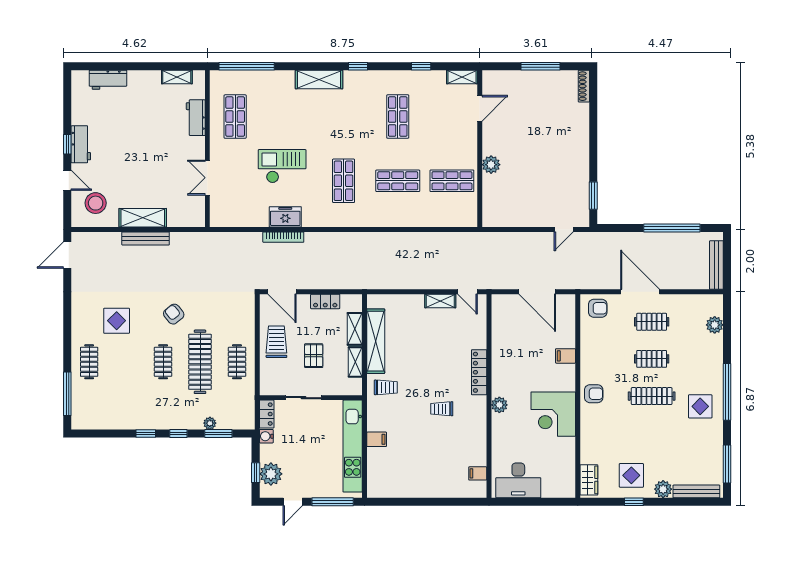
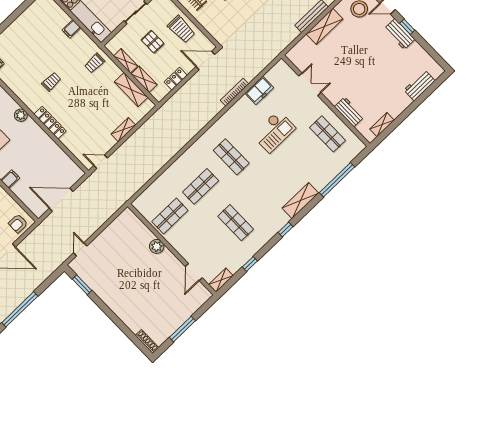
window: (247, 66) -> (337, 180), moved
freezer: (285, 217) -> (259, 90), moved
shelving: (440, 301) -> (123, 130), moved
shelving: (376, 341) -> (131, 90), width x0.68

